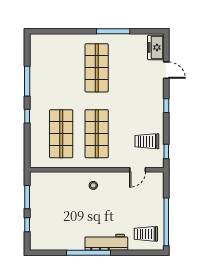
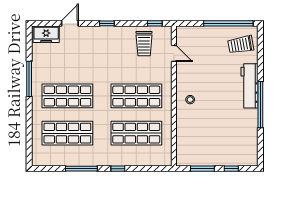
shop shelf: (61, 68) -> (67, 133), added
trolley: (146, 234) -> (241, 45), turned 80

